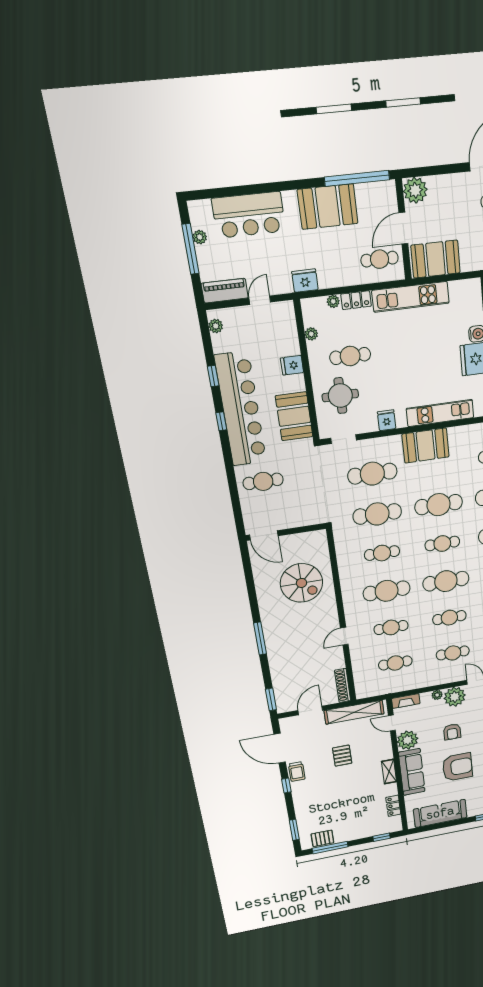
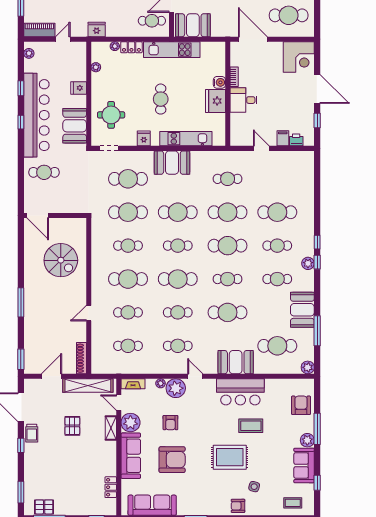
cafe table: (350, 356) -> (161, 99), moved, turned 90
shelving: (389, 772) -> (111, 428), moved

